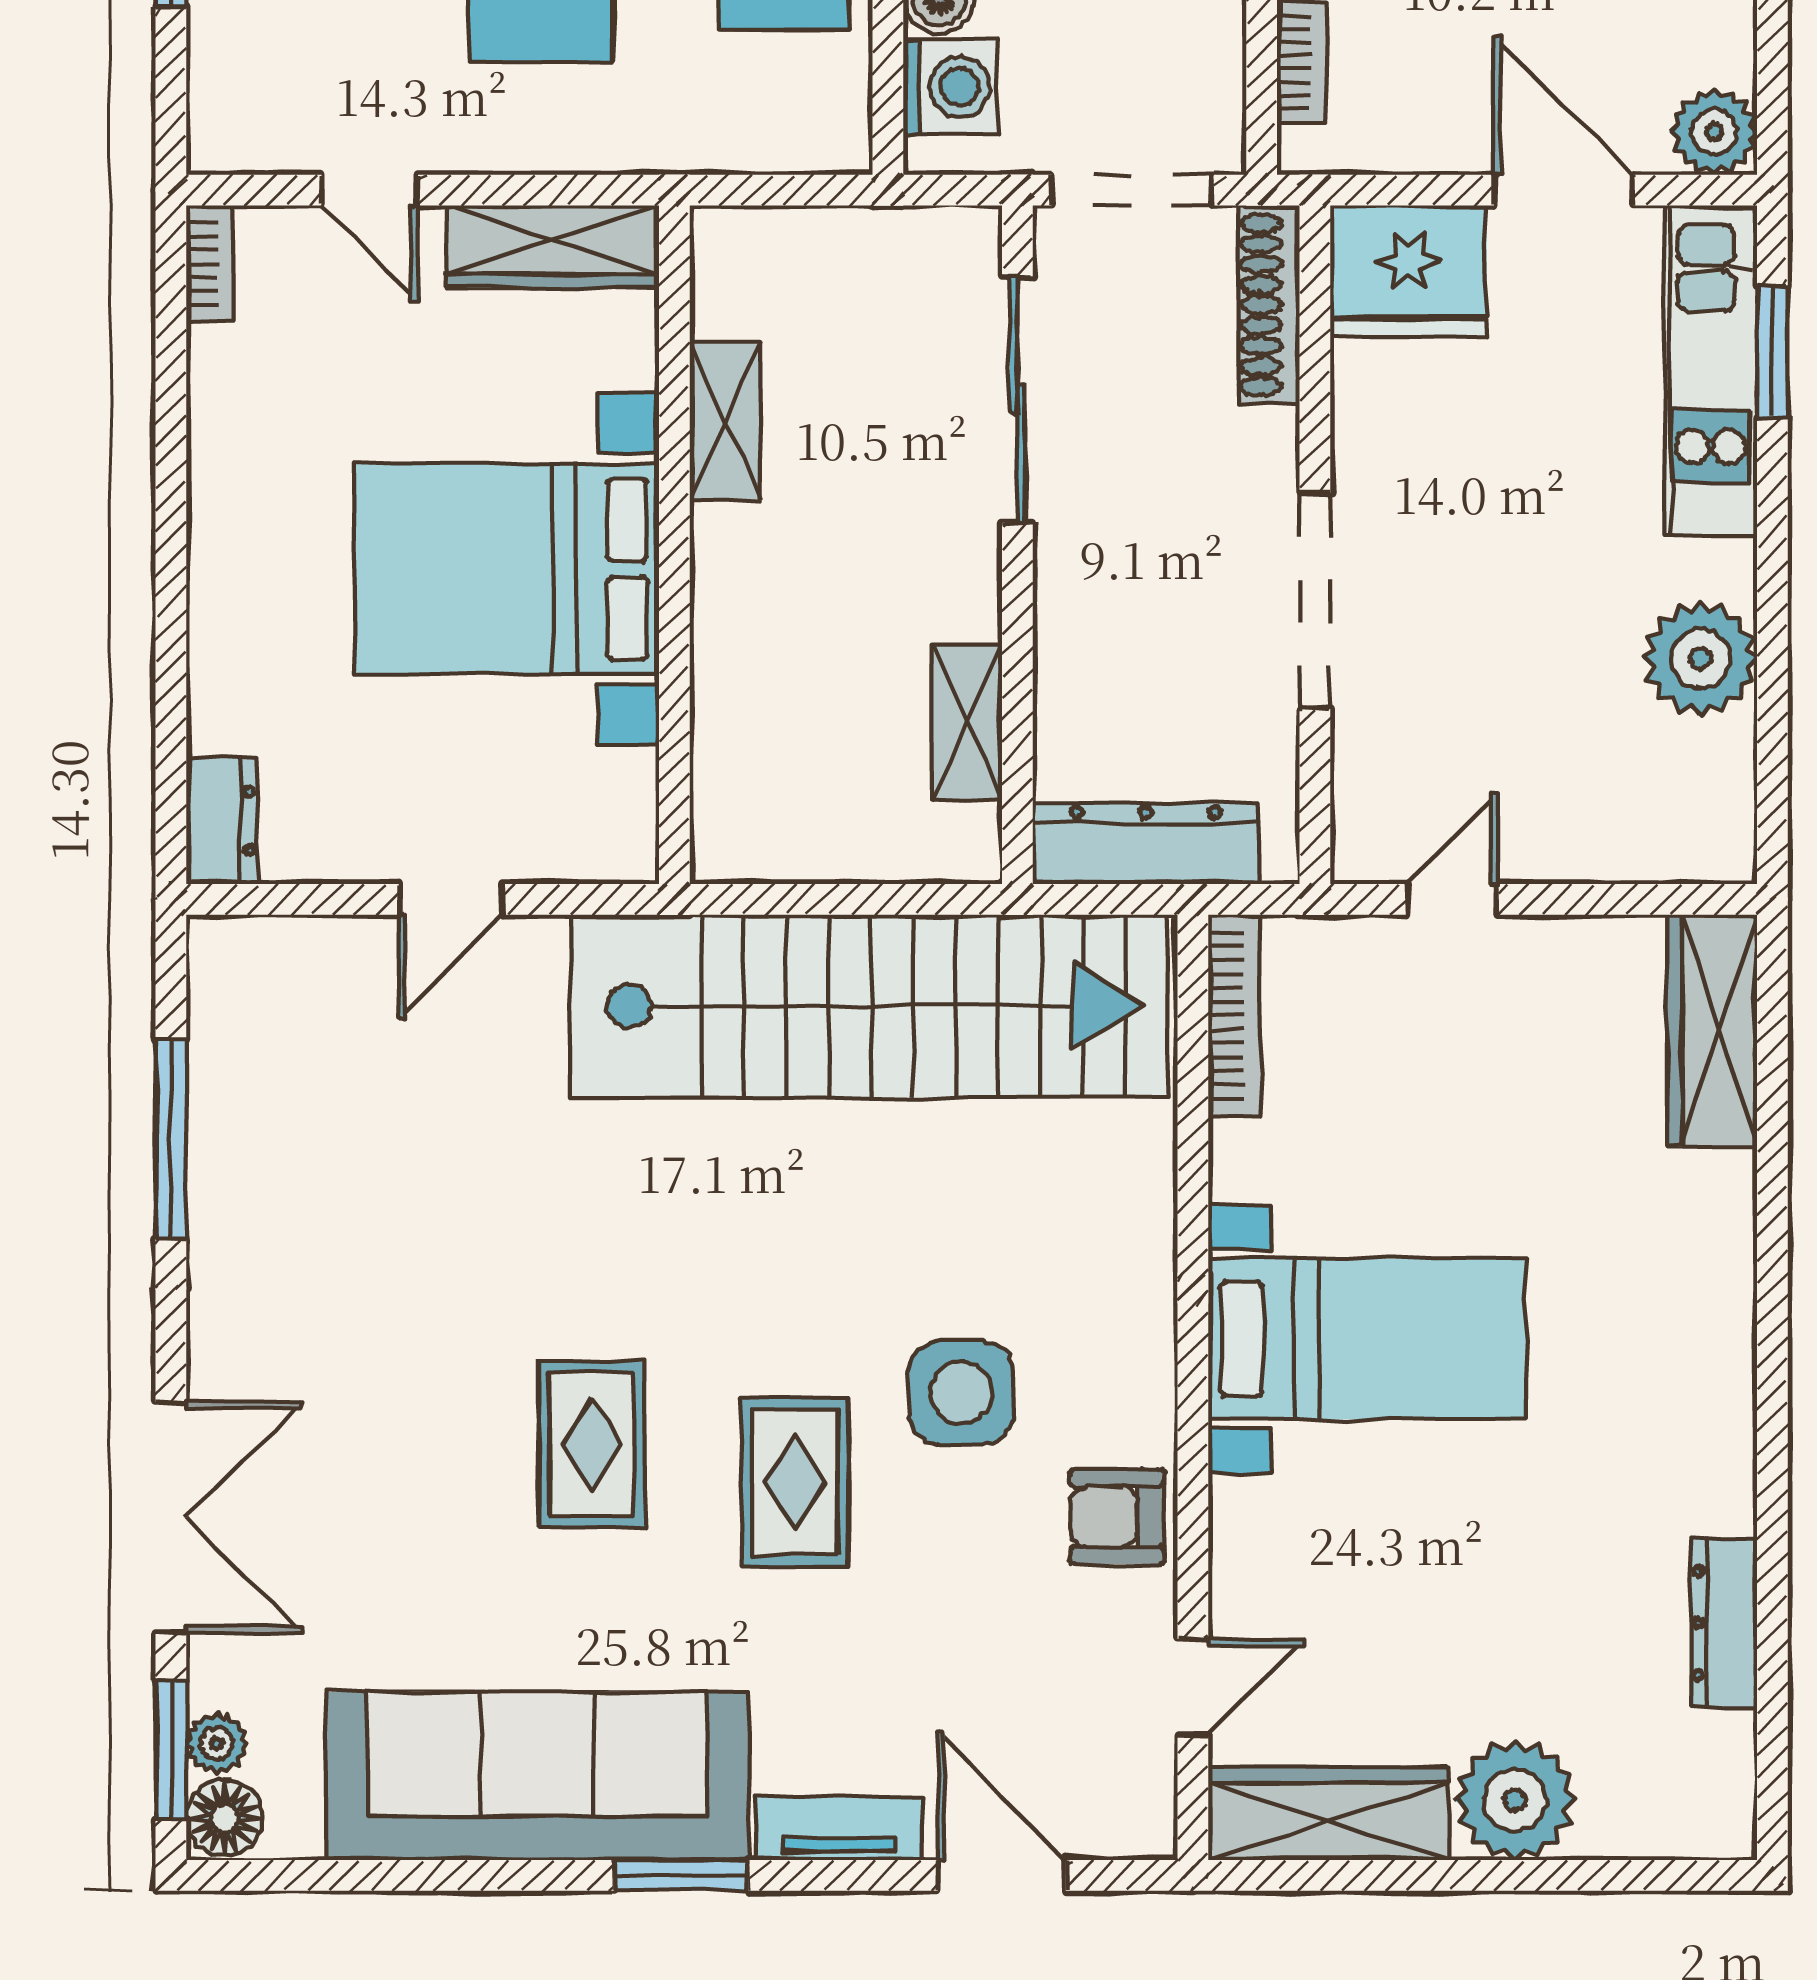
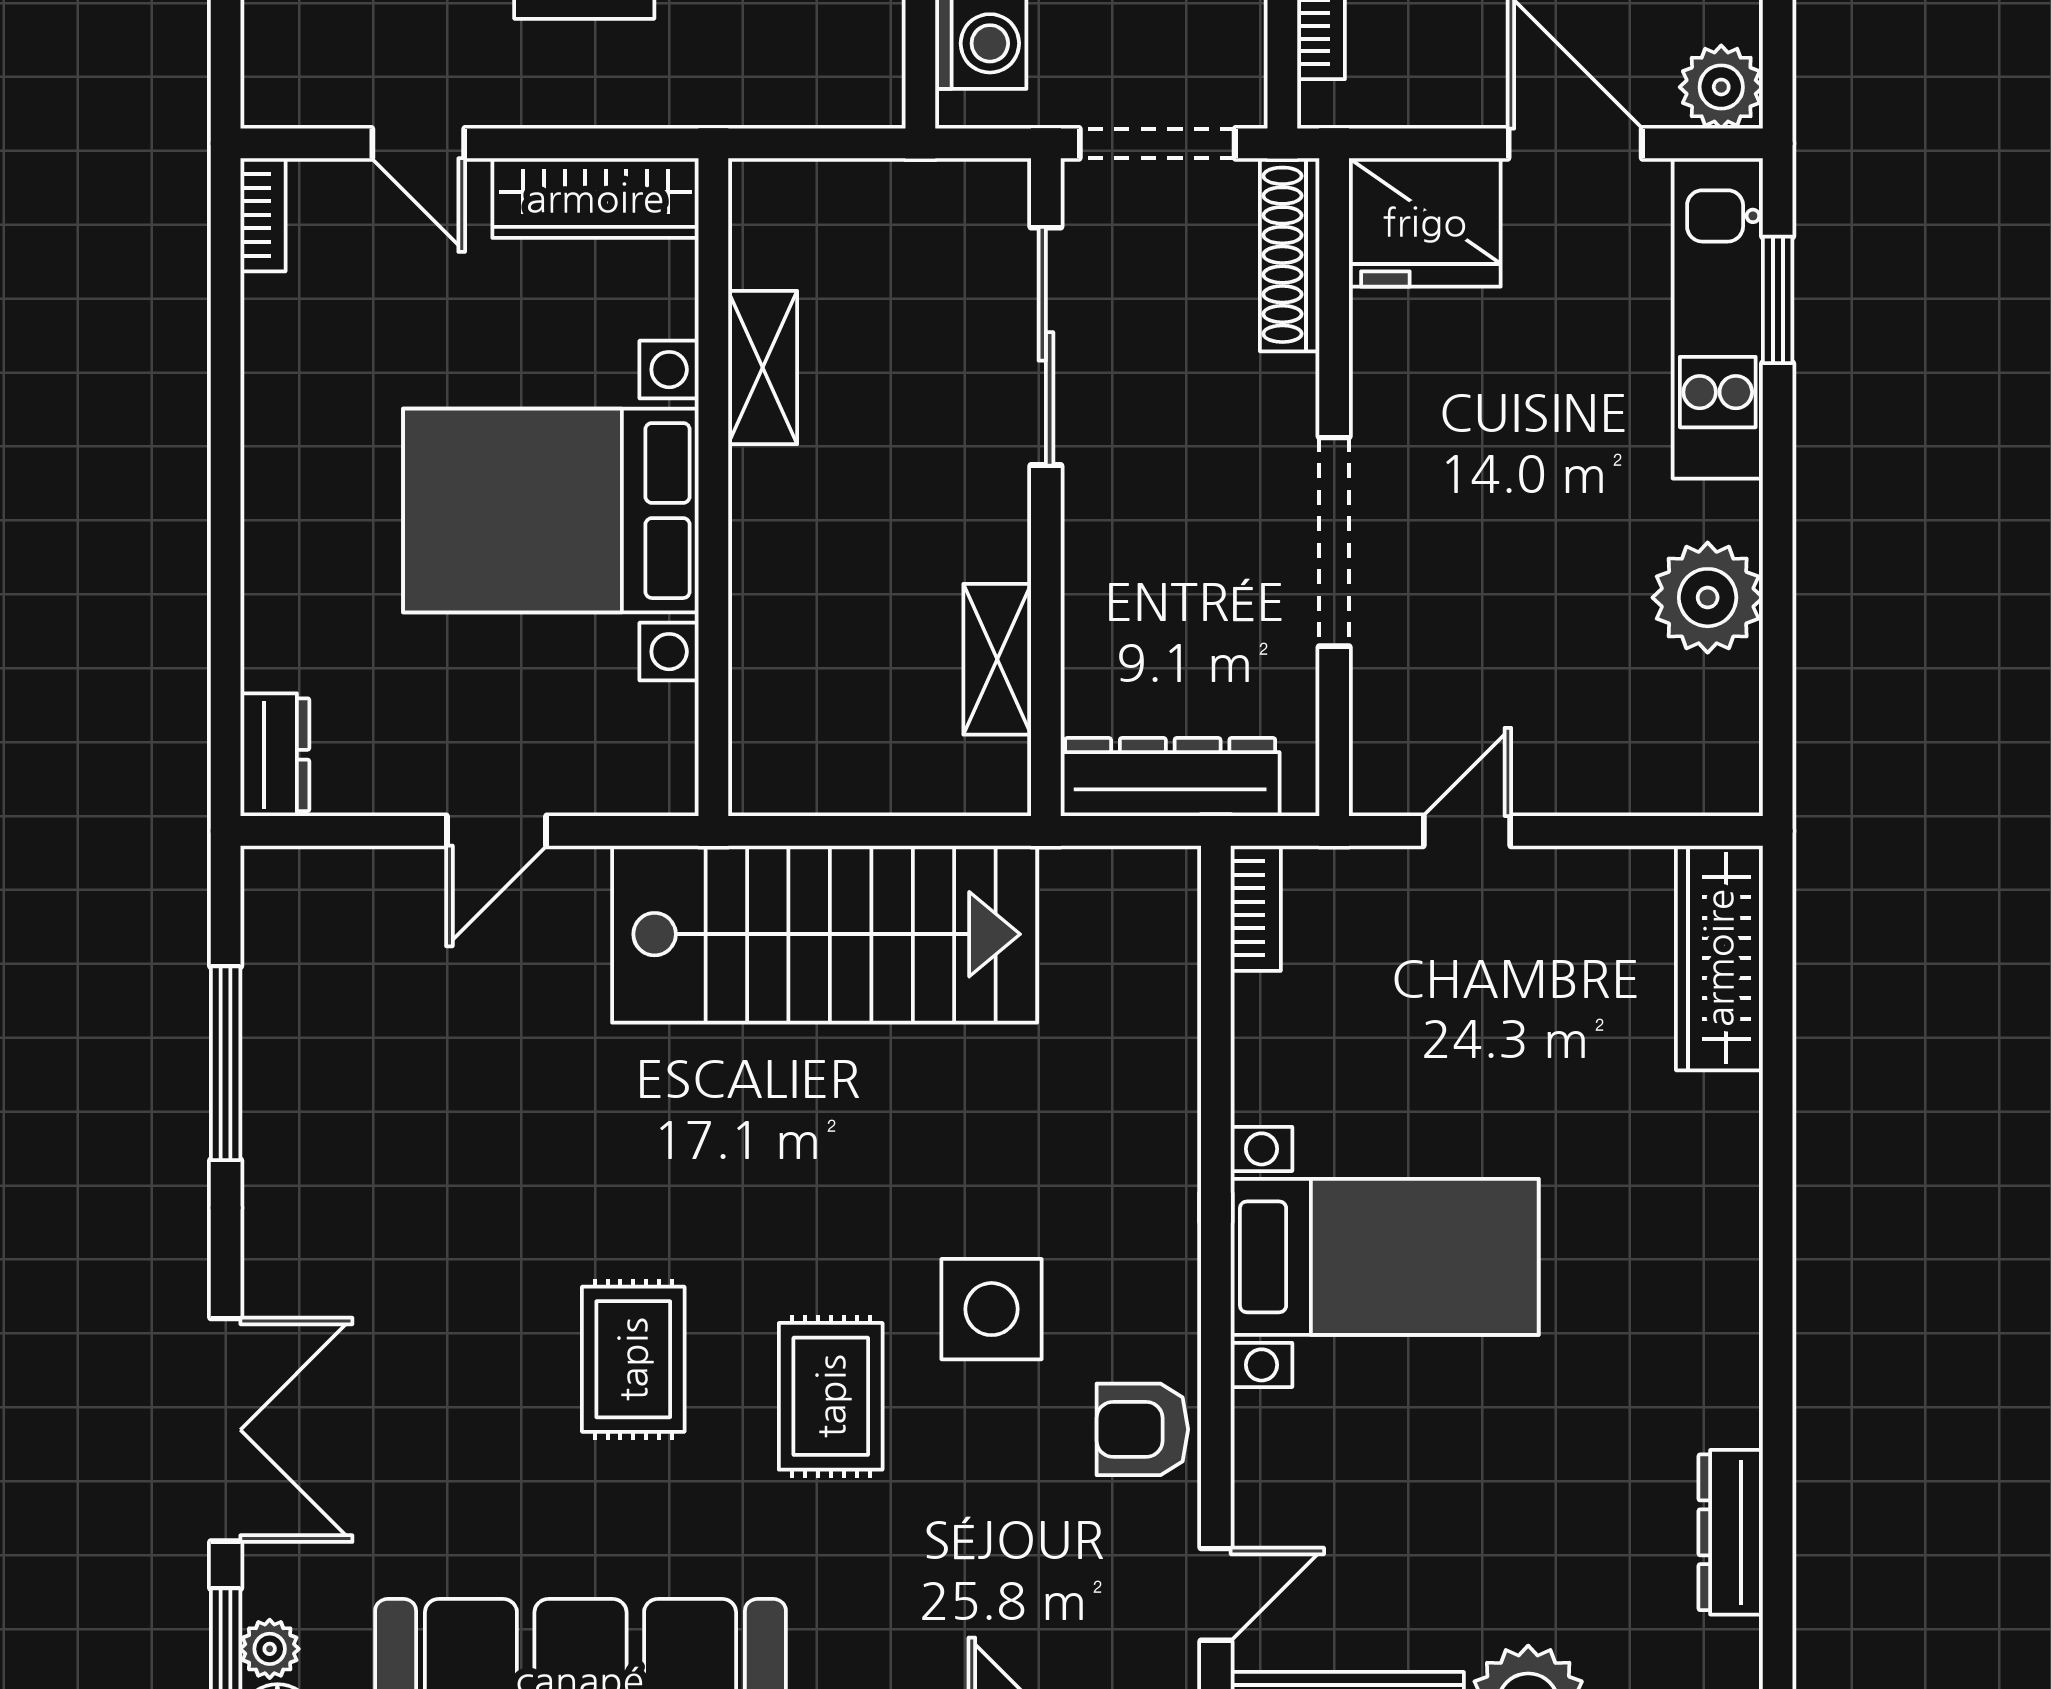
stairs: (869, 1006) -> (825, 934), width x0.73
bookcase: (1234, 1016) -> (1256, 908), width x0.64

